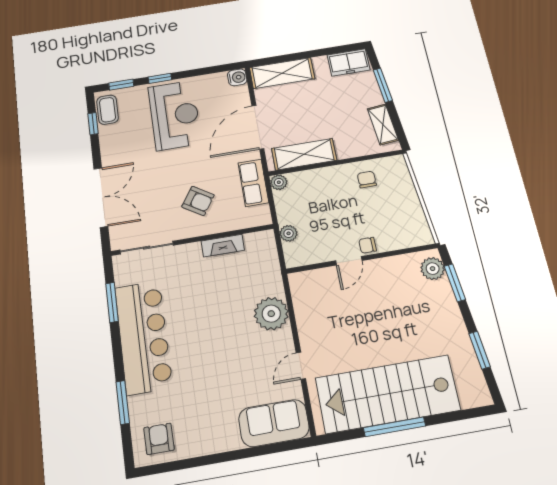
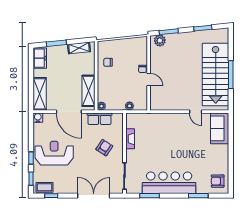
plant: (271, 314) -> (168, 121), removed

